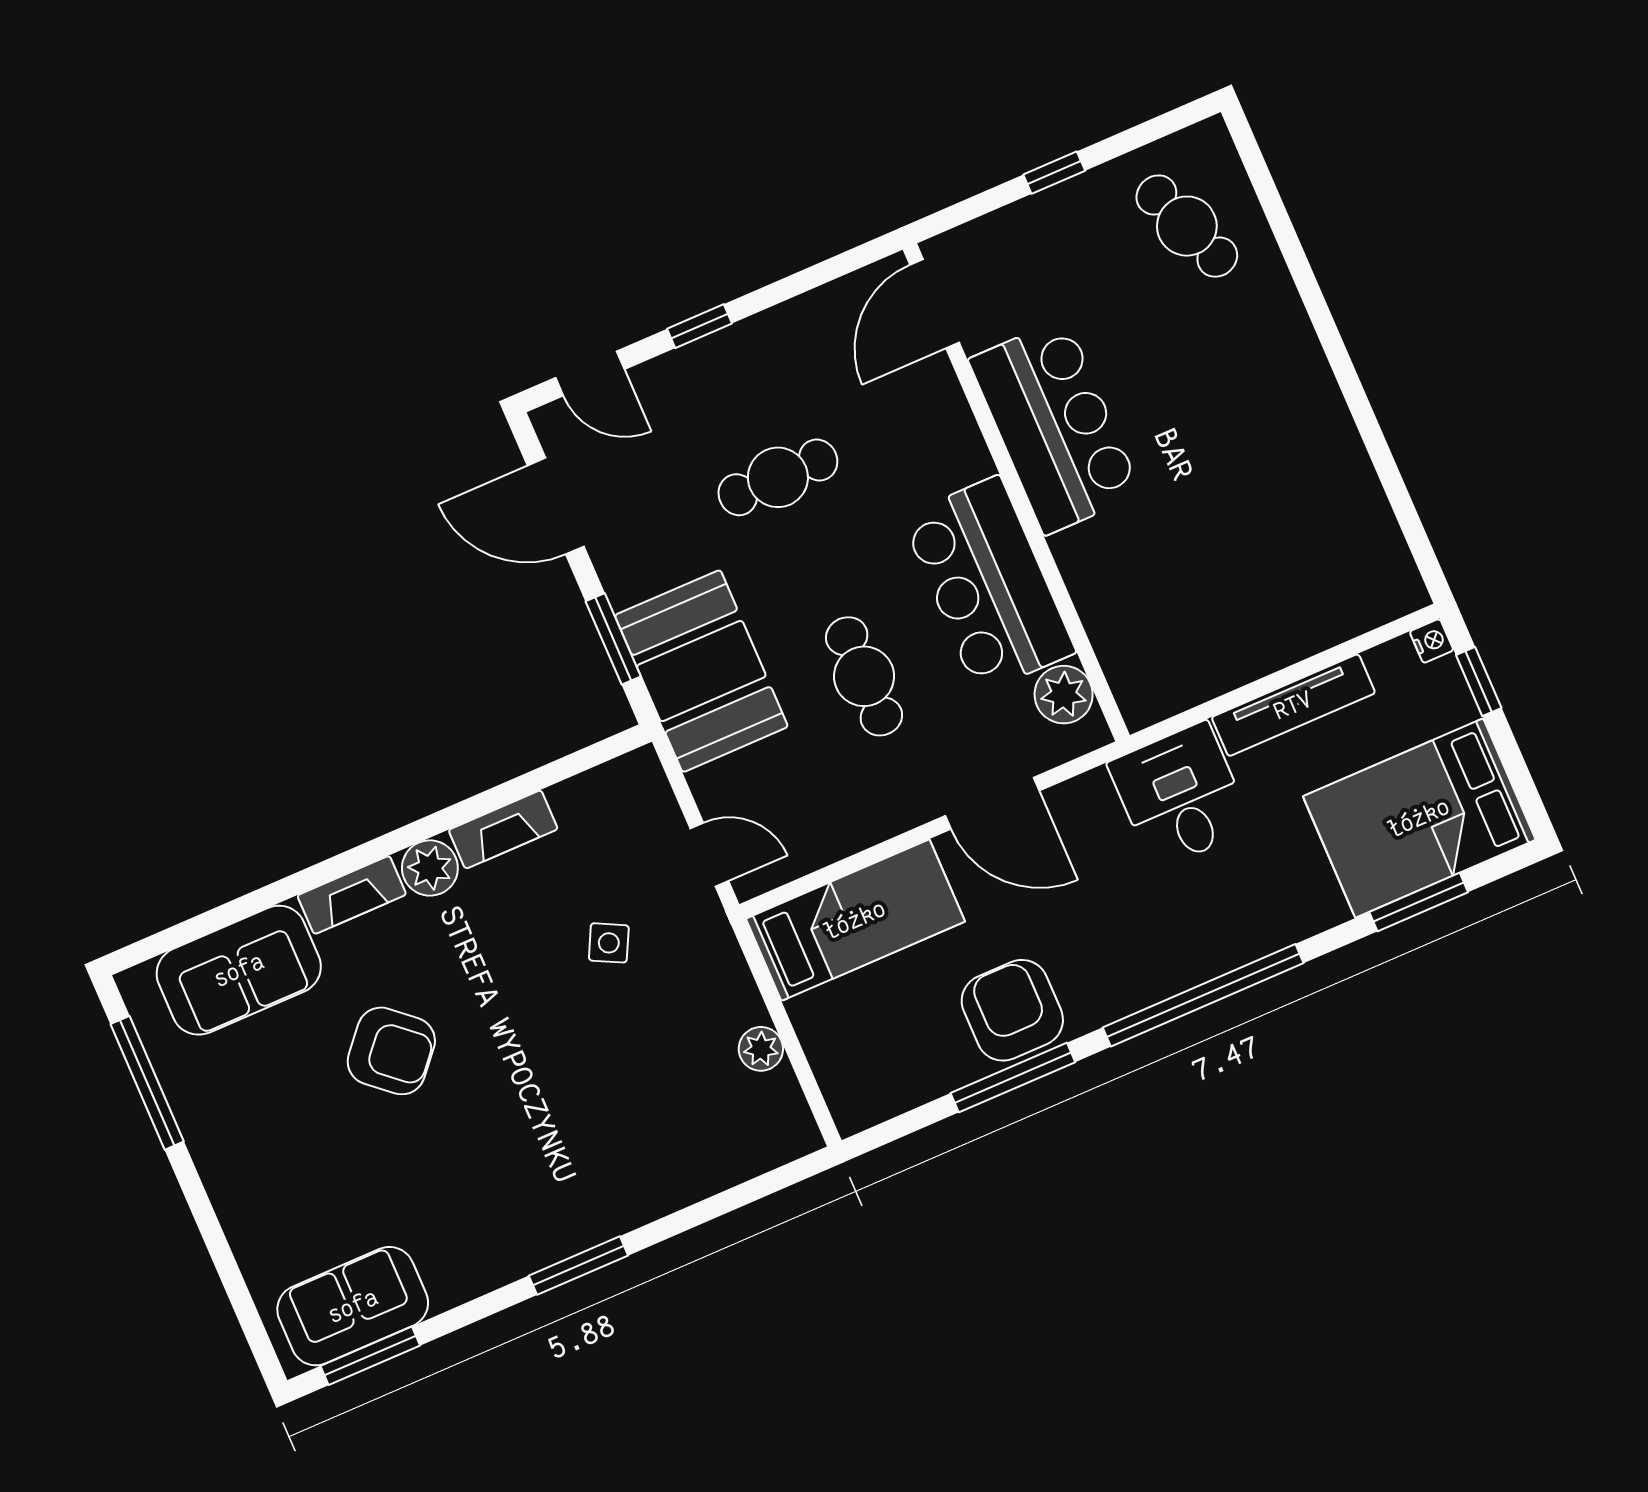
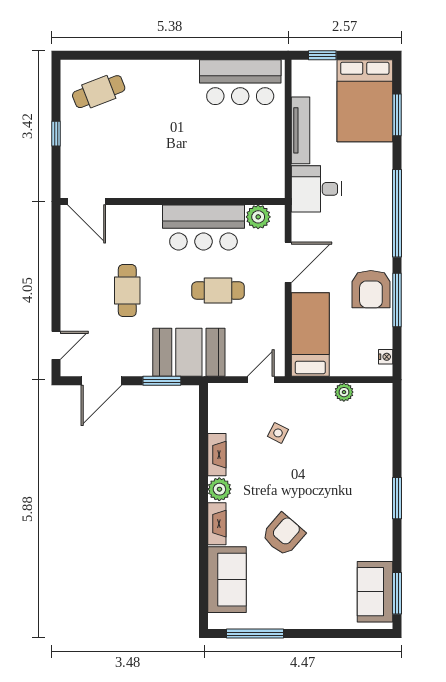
window: (700, 326) -> (56, 295), removed
bar counter: (1055, 427) -> (240, 82), moved, turned 180
nightstand: (1432, 641) -> (386, 357), moved, turned 90
armchair: (1012, 1010) -> (371, 289), turned -90

